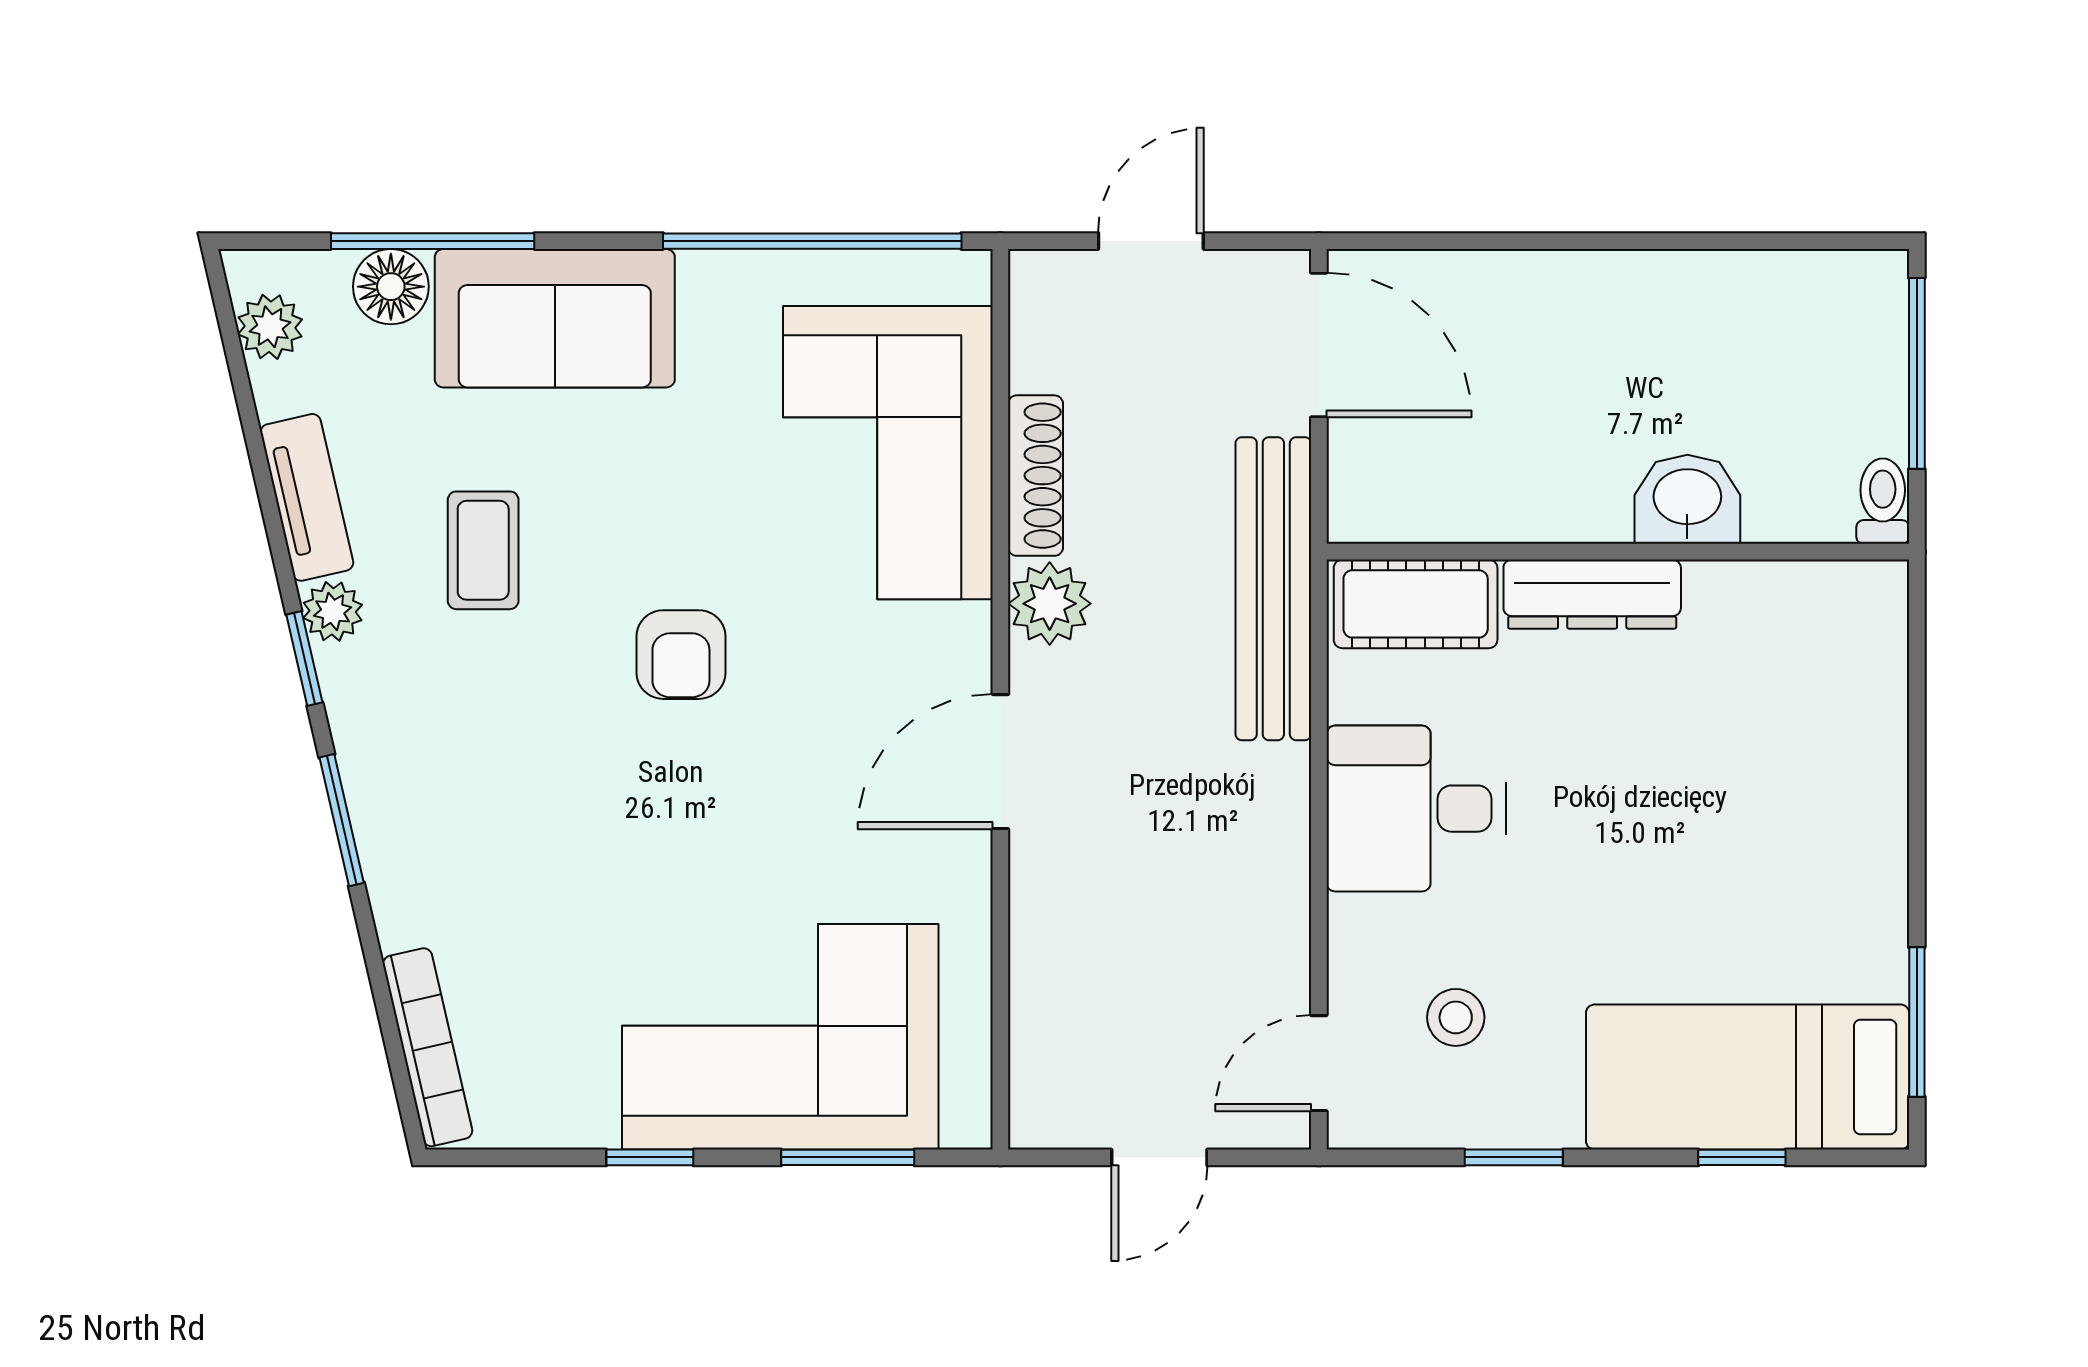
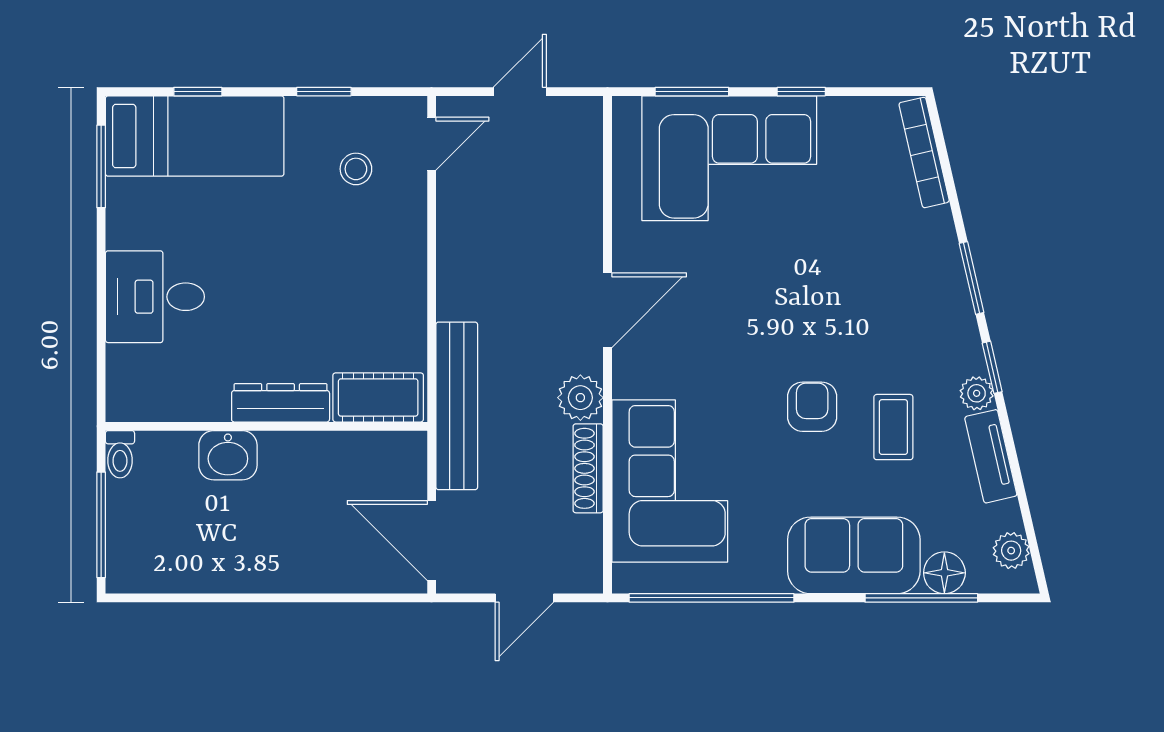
armchair: (681, 655) -> (812, 407), moved
desk: (1416, 809) -> (155, 297), moved, turned 180

